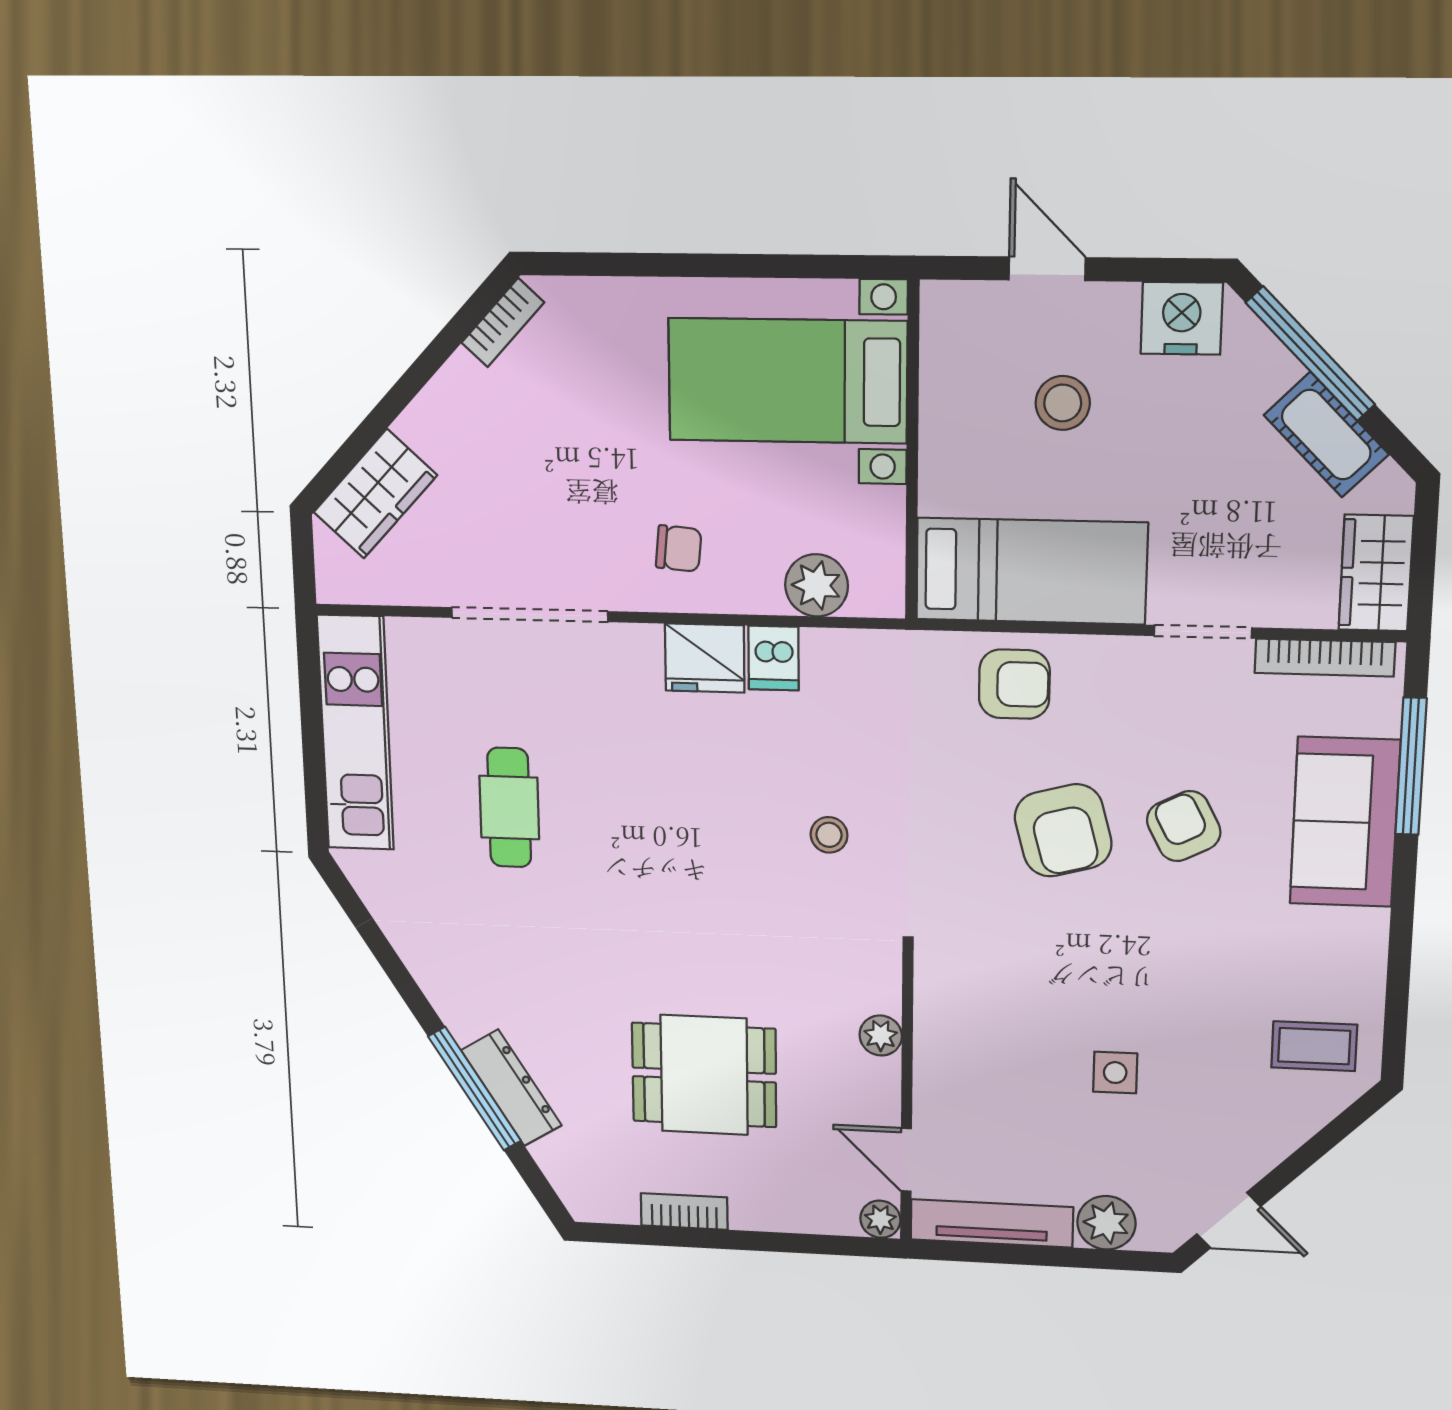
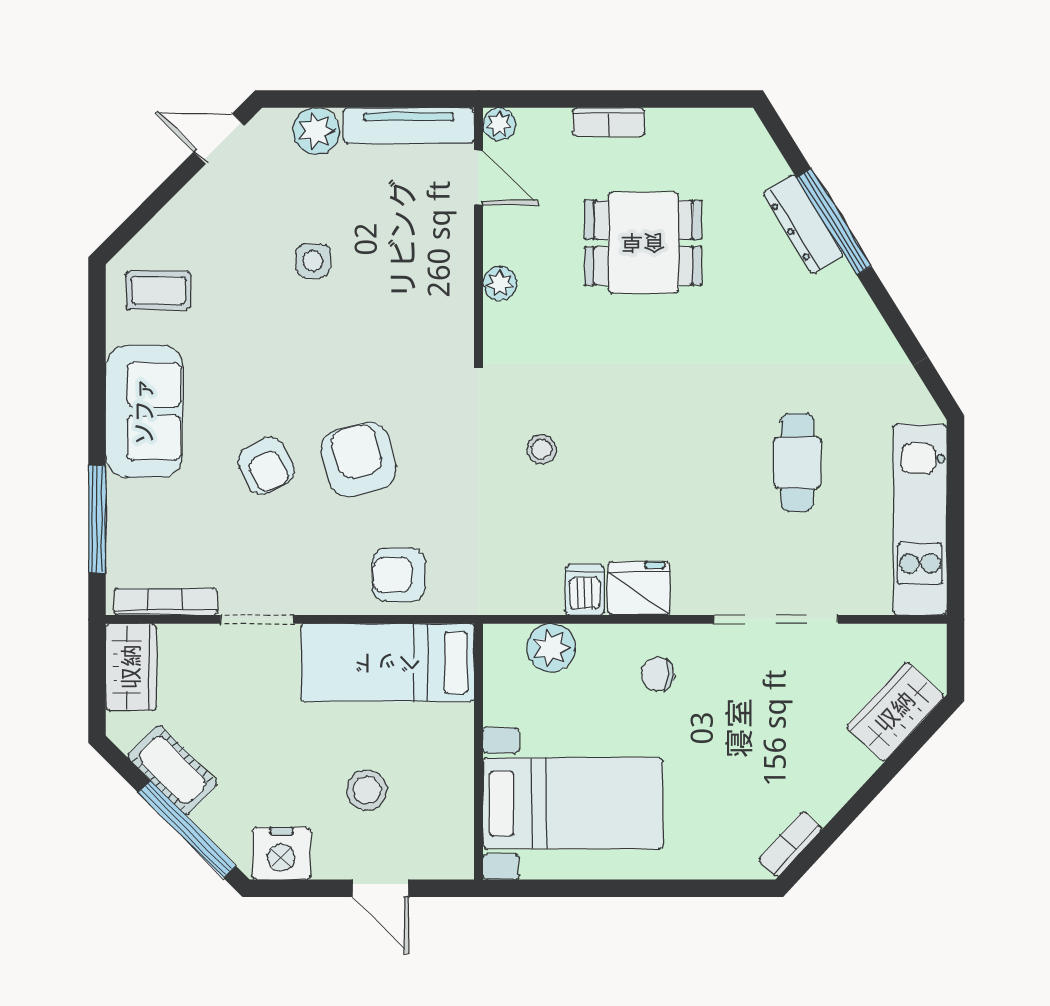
sofa: (1345, 822) -> (144, 411), moved
bookcase: (684, 1211) -> (609, 122), moved

